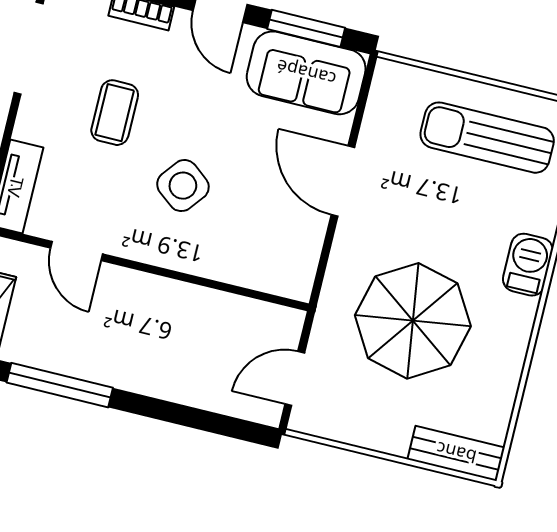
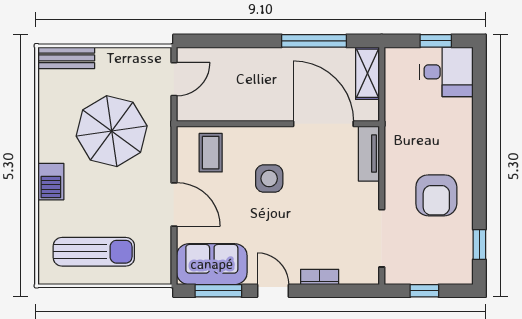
coffee table: (115, 113) -> (211, 153), moved
side table: (183, 186) -> (269, 179), turned -38
door: (76, 251) -> (323, 124), width x1.88

